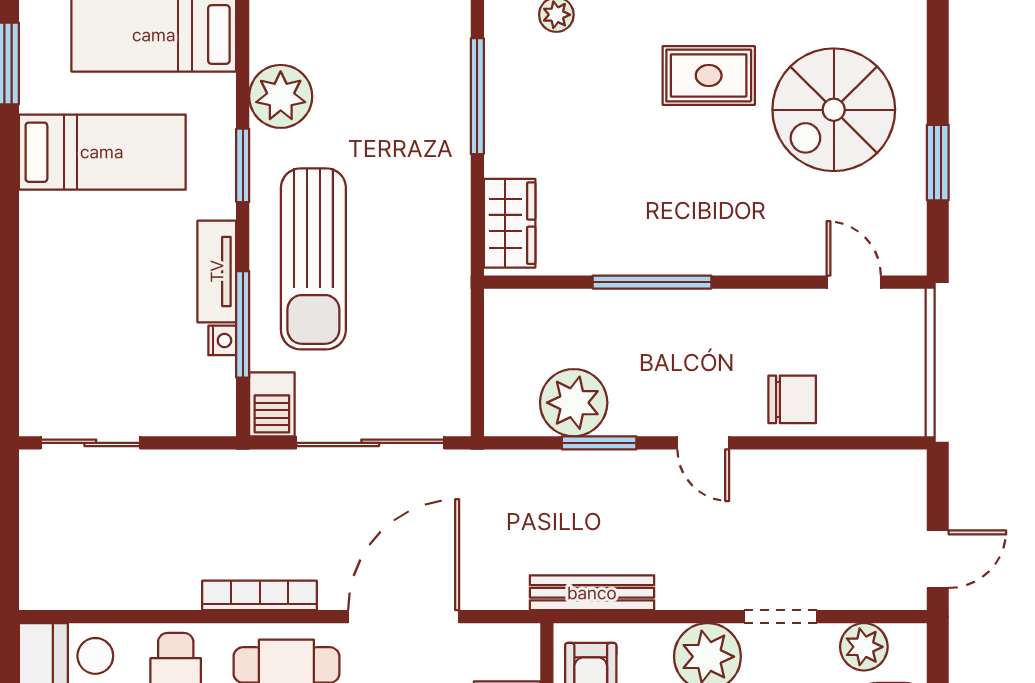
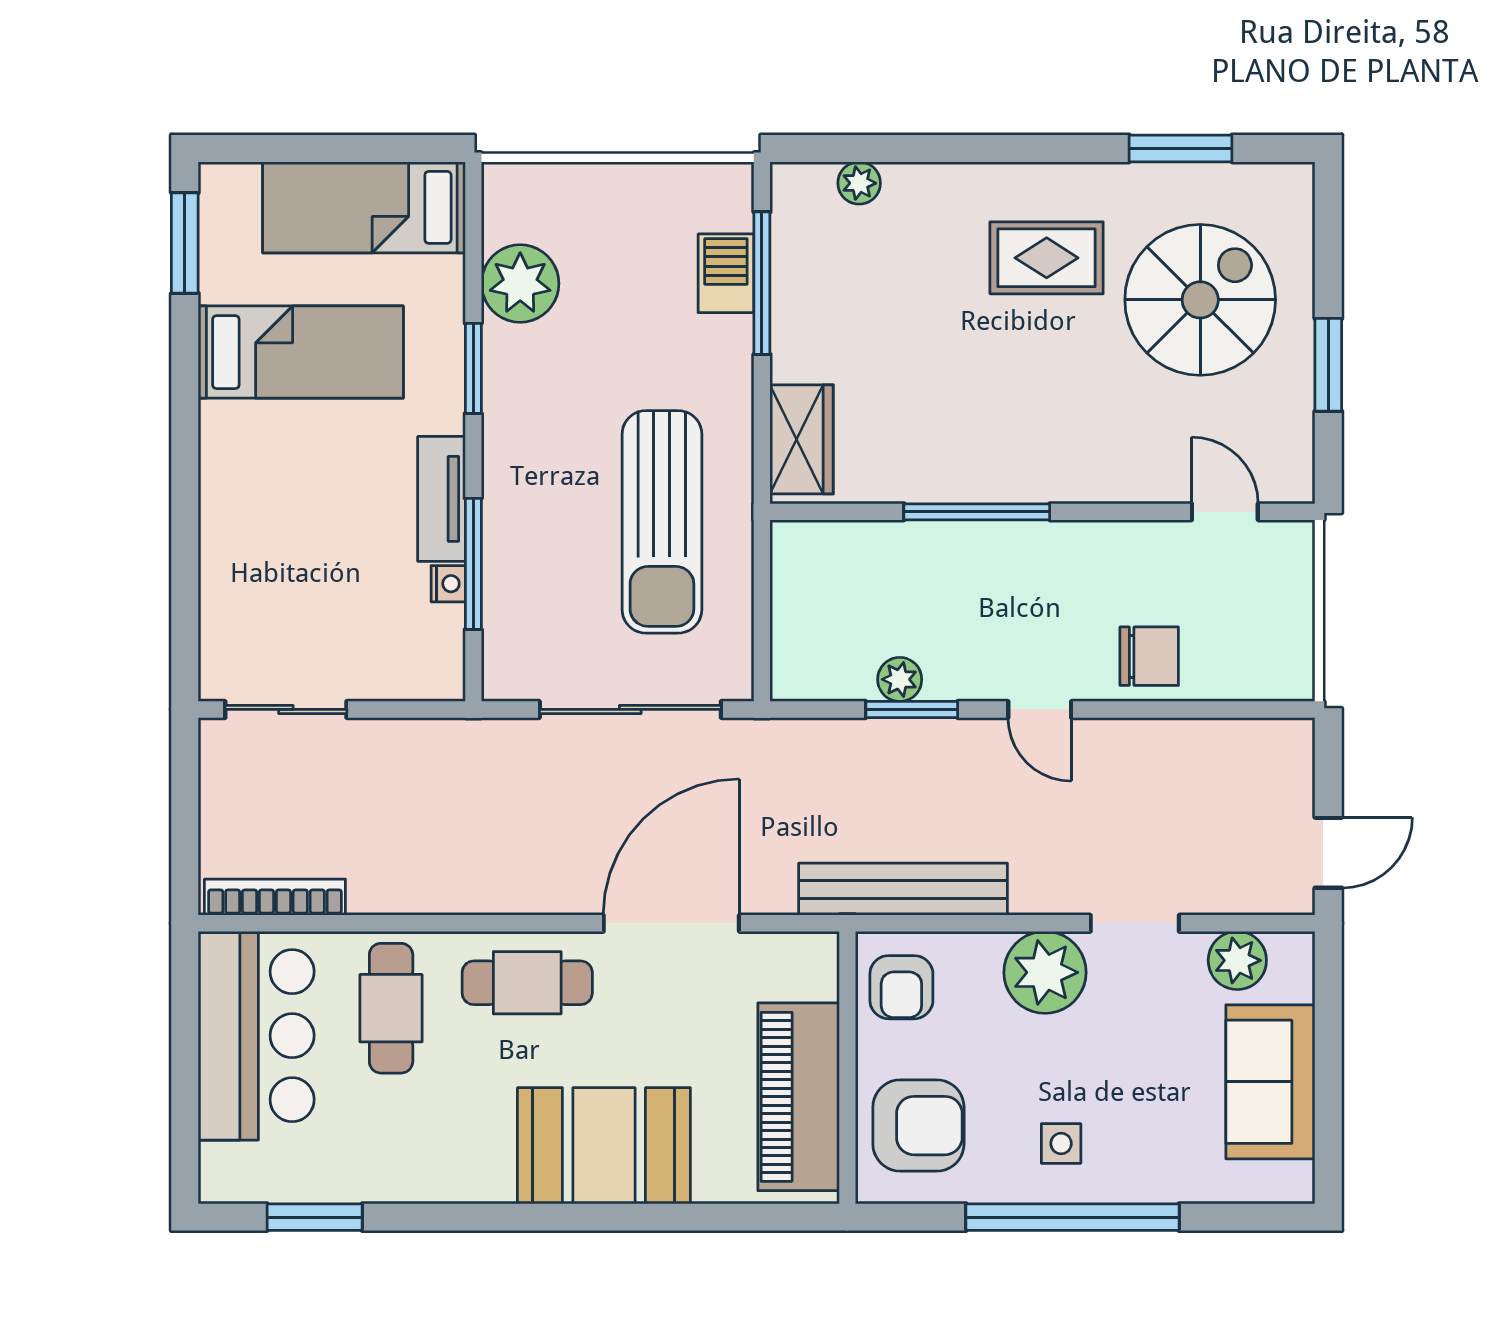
spiral stairs: (834, 110) -> (1200, 300), turned 180
sun lounger: (313, 259) -> (662, 522), moved
plant: (574, 403) -> (900, 679), width x0.53, depth x0.53
barbecue: (272, 404) -> (726, 273), moved, turned 180
bench: (592, 593) -> (903, 889), width x1.37, depth x1.21
bookcase: (260, 595) -> (275, 897), moved

